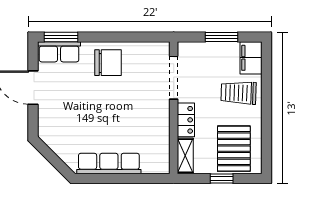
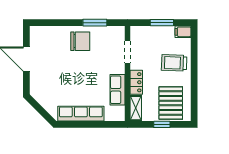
window: (61, 37) -> (95, 23), moved
row of seats: (59, 52) -> (117, 90), moved, turned 90
filing cabinet: (251, 58) -> (183, 32), width x0.50
doorway: (174, 78) -> (127, 52), width x0.73

